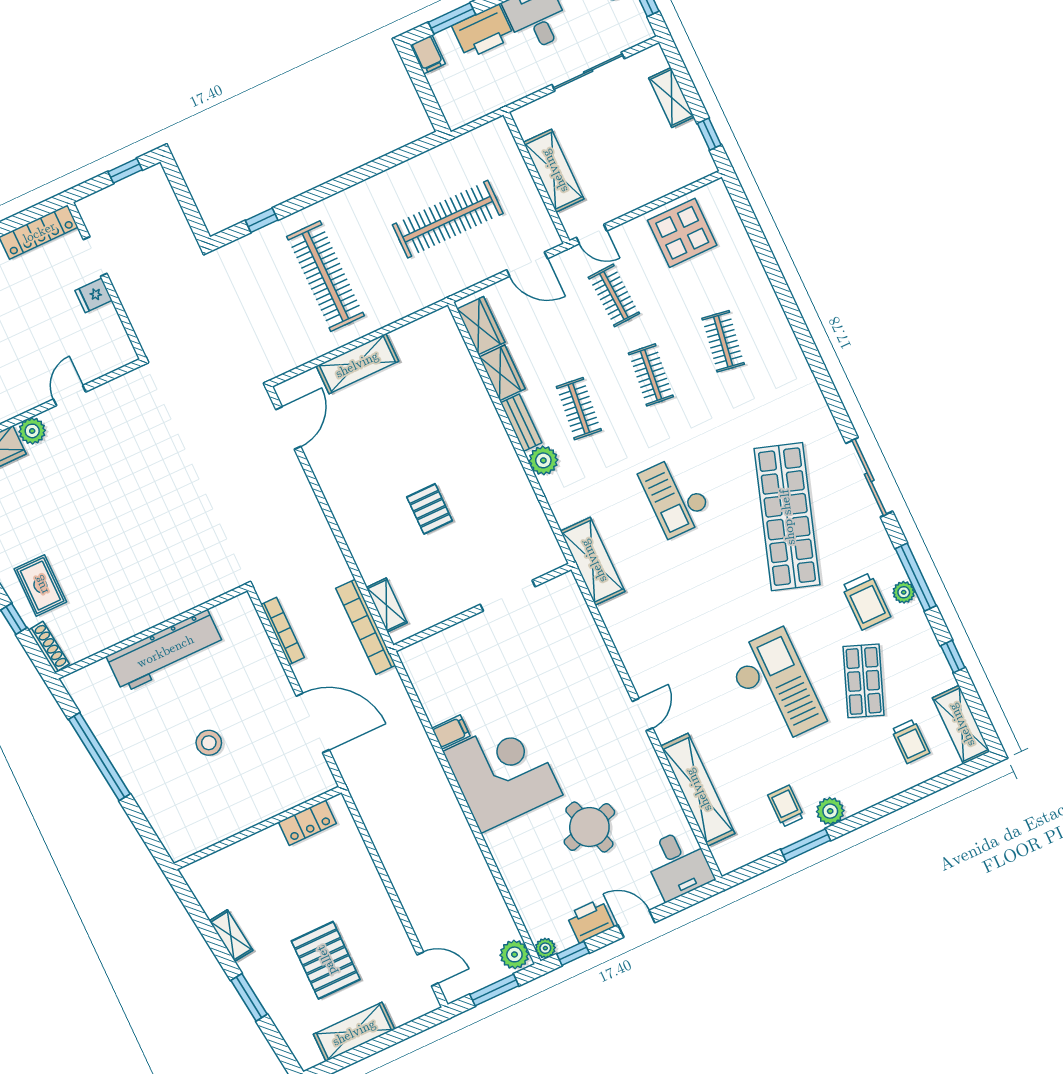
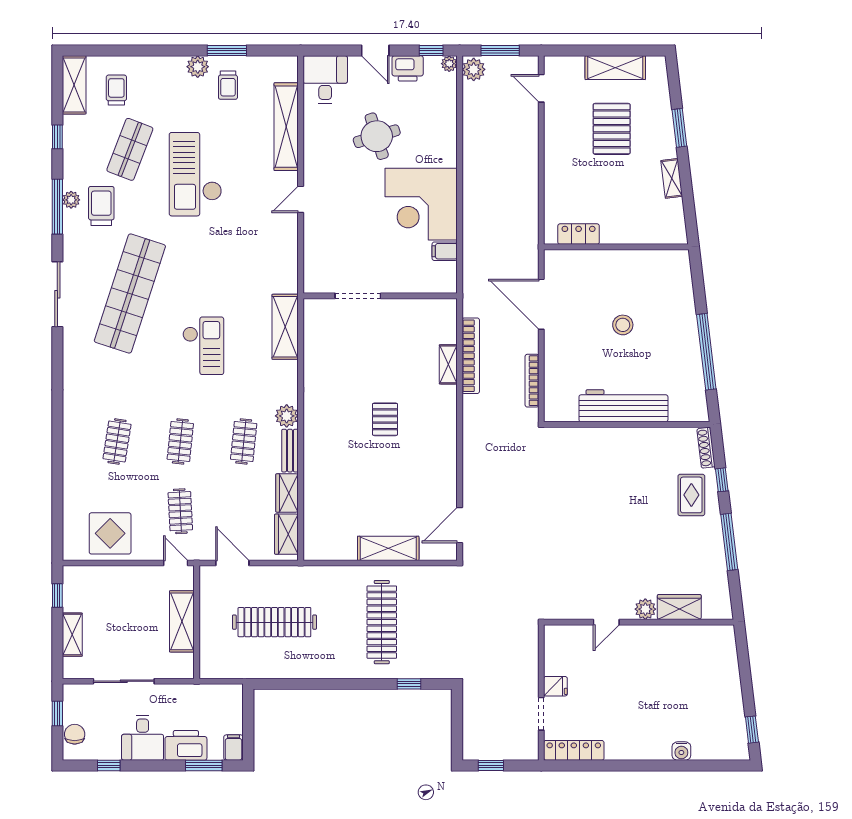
doorway: (508, 596) -> (358, 296), moved
wall: (482, 607) -> (380, 296), moved

